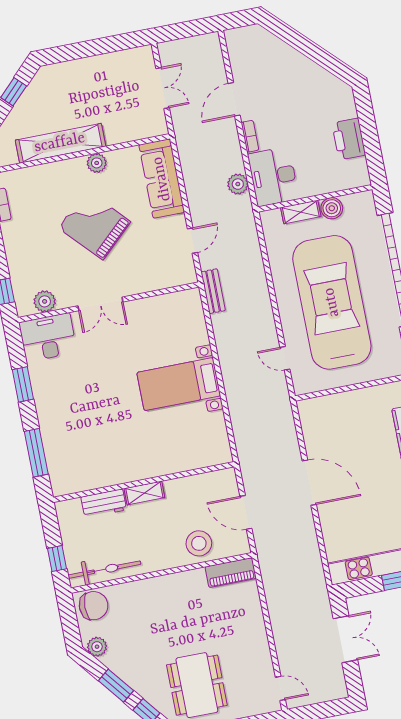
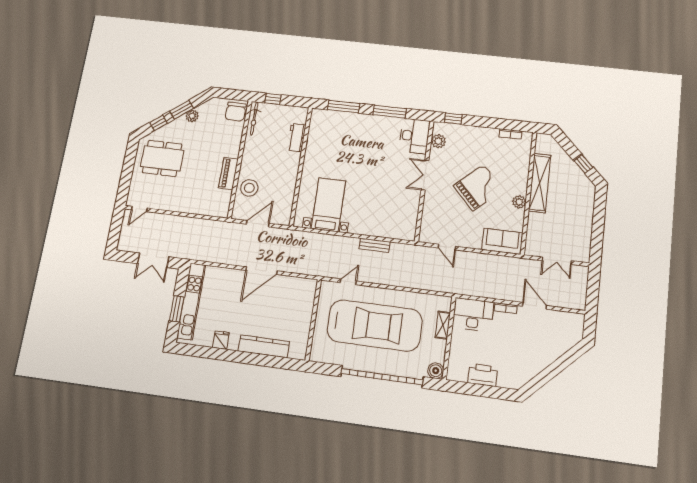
sofa: (162, 179) -> (502, 241), width x0.73
plant: (238, 184) -> (475, 289), removed
boiler: (332, 208) -> (436, 371), moved
bench: (213, 291) -> (375, 245), moved
window: (23, 384) -> (390, 112), width x1.44
bed with nightstands: (179, 384) -> (328, 205), moved
shelving: (144, 493) -> (294, 164), removed
bicycle: (104, 570) -> (254, 119), width x0.73, depth x0.71
piano: (231, 573) -> (228, 173), moved
plant: (97, 647) -> (192, 116), moved

